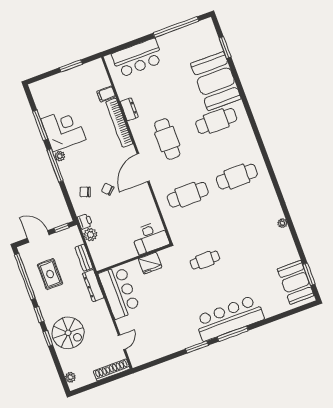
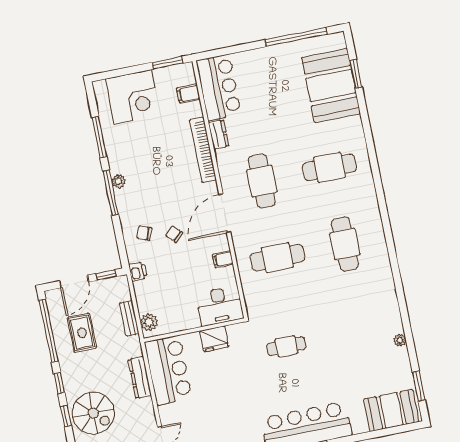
bar counter: (137, 58) -> (219, 87), moved, turned -90
window: (71, 66) -> (168, 63), moved
booth: (216, 81) -> (331, 85), moved
filing cabinet: (106, 94) -> (188, 94), moved
corner desk: (63, 129) -> (133, 97), moved, turned 90
cafe table: (237, 177) -> (345, 244), turned 90
filing cabinet: (147, 202) -> (223, 259), added
plant: (282, 223) -> (400, 340), moved
plant: (90, 235) -> (149, 322), moved
door: (38, 236) -> (74, 281), swing flipped
booth: (296, 282) -> (391, 410), moved, turned 90
dresser: (93, 286) -> (140, 378), moved

